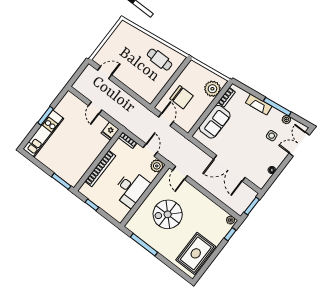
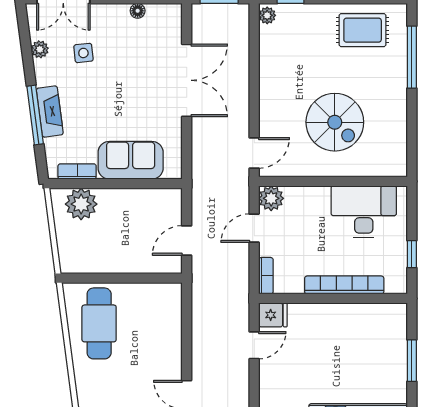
cafe table: (160, 60) -> (99, 323), width x1.37, depth x1.35
chair: (182, 97) -> (132, 243), removed
window: (277, 107) -> (35, 115), moved
door: (95, 108) -> (254, 345), moved
window: (61, 181) -> (412, 361), moved
desk: (131, 189) -> (364, 212), moved
window: (144, 245) -> (412, 57), moved
rug: (196, 253) -> (363, 30), width x0.73, depth x0.70

